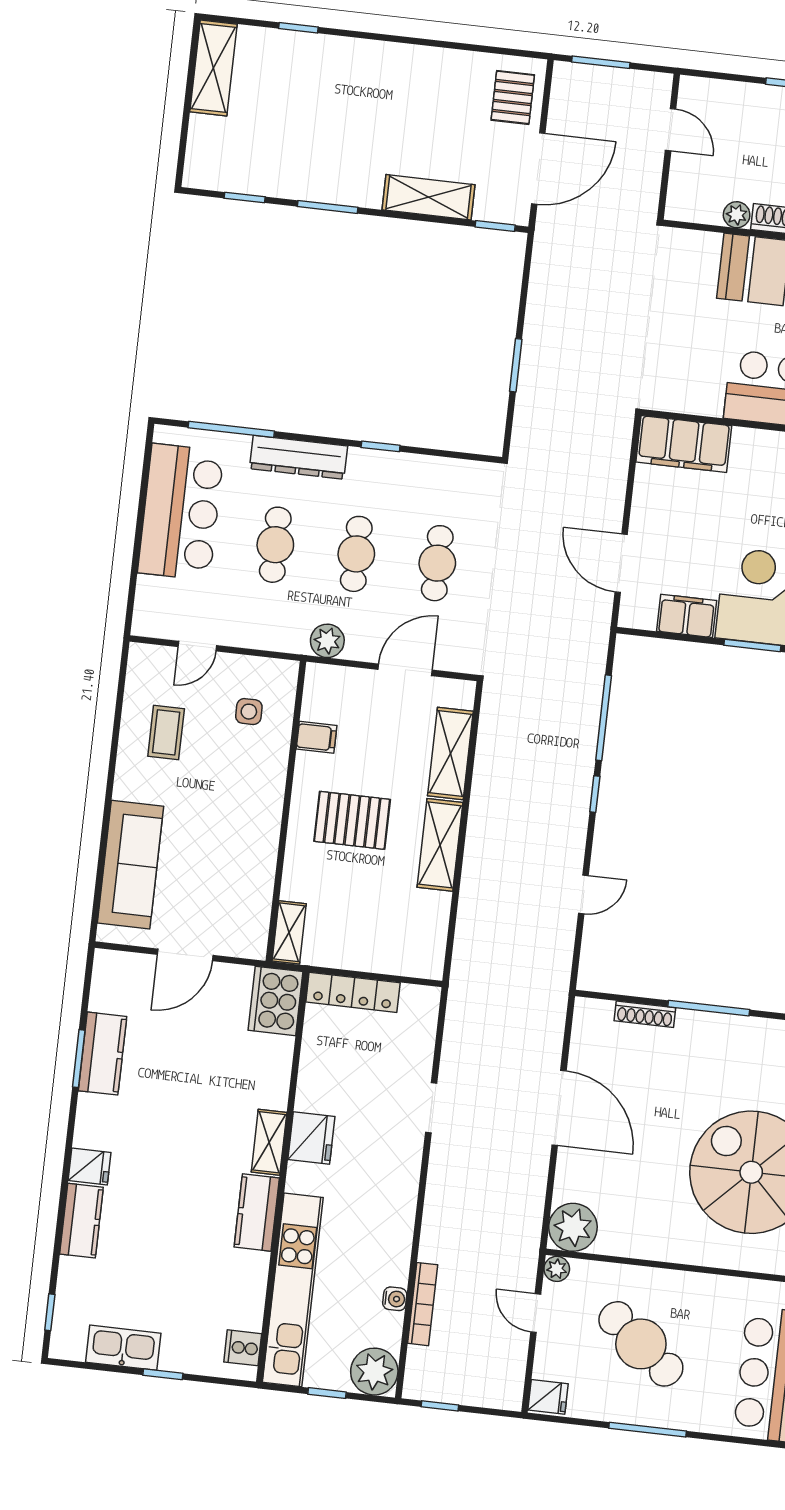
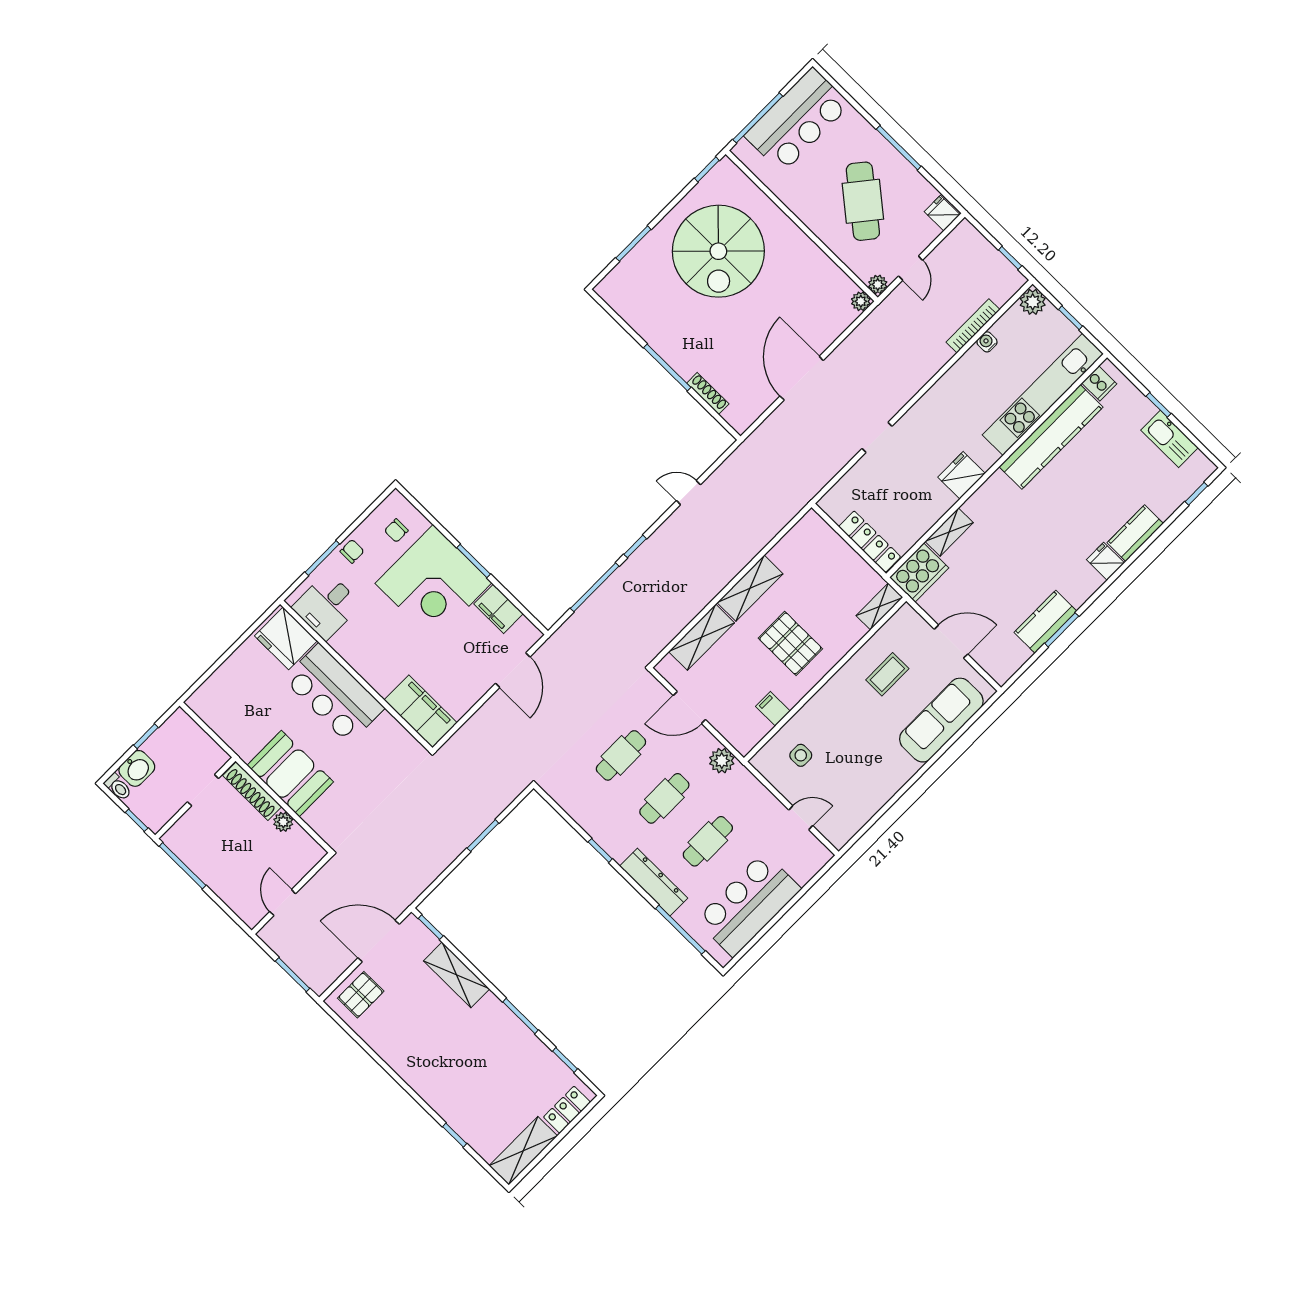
locker: (202, 147) -> (567, 1110), added
coffee table: (166, 732) -> (887, 674), moved
shelving: (269, 1142) -> (949, 532), moved
kitchen counter: (257, 1213) -> (1051, 437), width x2.08, depth x1.17
plant: (573, 1227) -> (861, 301), width x0.53, depth x0.53
plant: (374, 1372) -> (1033, 302), width x0.73, depth x0.73

